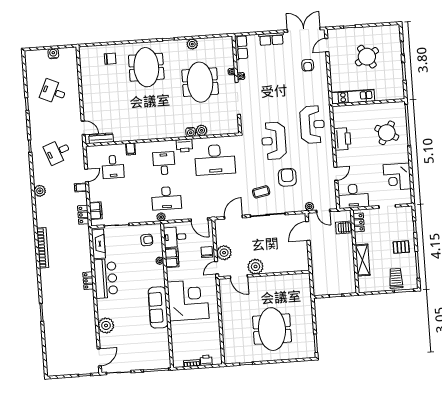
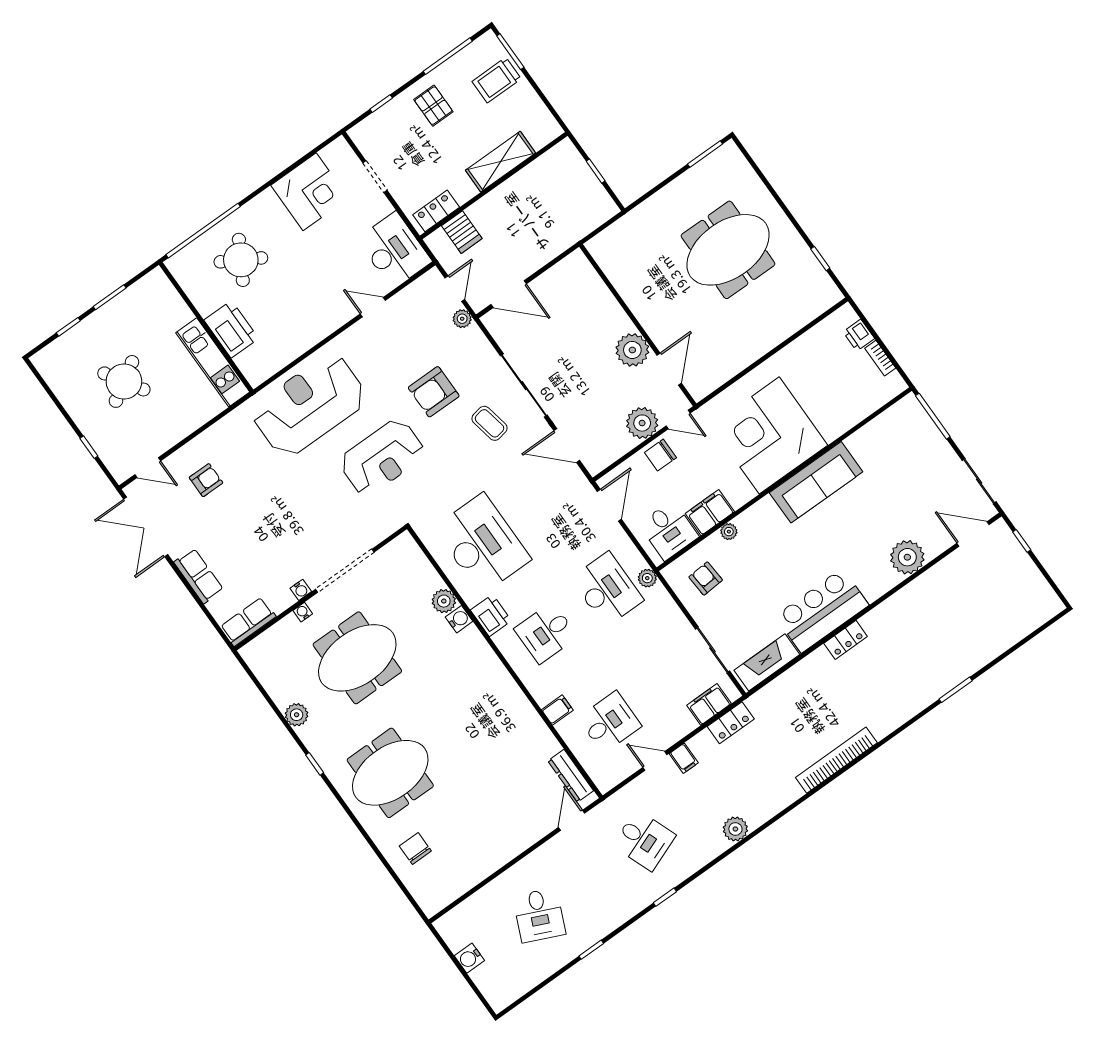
reception desk: (312, 125) -> (309, 405), width x1.36, depth x1.30
printer: (342, 139) -> (231, 329), moved, turned 90

